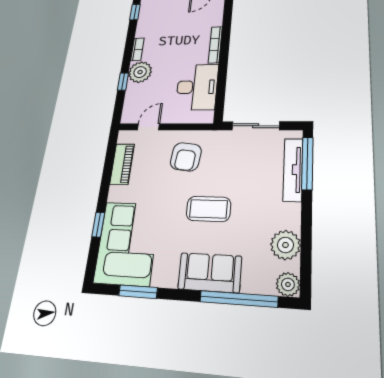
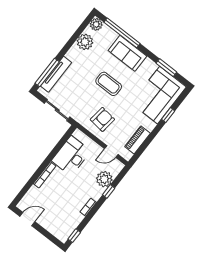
plant: (140, 72) -> (104, 179), moved

